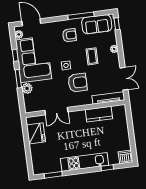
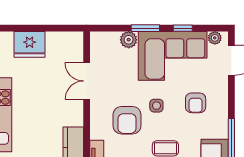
armchair: (69, 35) -> (196, 103), moved
fridge: (36, 133) -> (30, 44), moved

